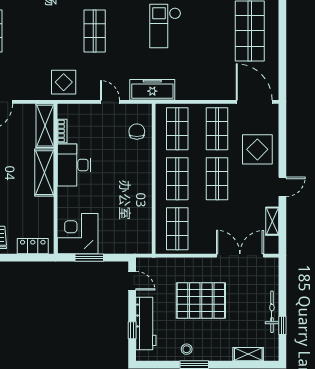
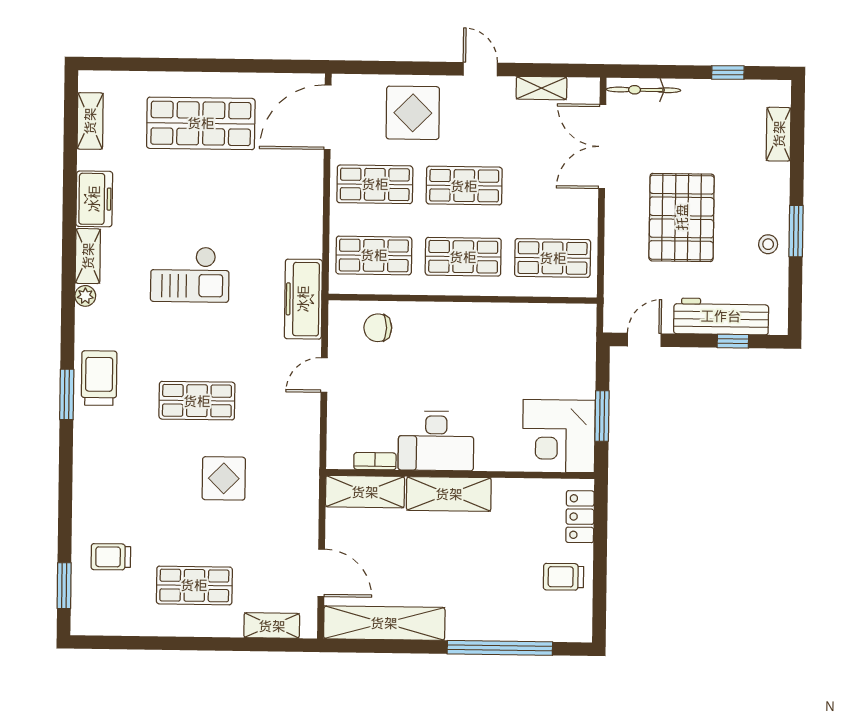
display table: (64, 82) -> (224, 478), moved
bicycle: (272, 312) -> (643, 90), moved

